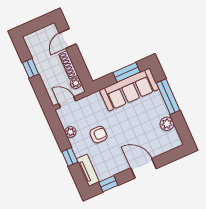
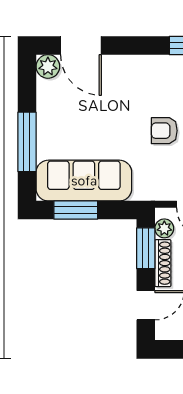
window: (81, 68) -> (146, 248), added
plant: (167, 124) -> (48, 66), moved
door: (143, 168) -> (81, 45), moved

